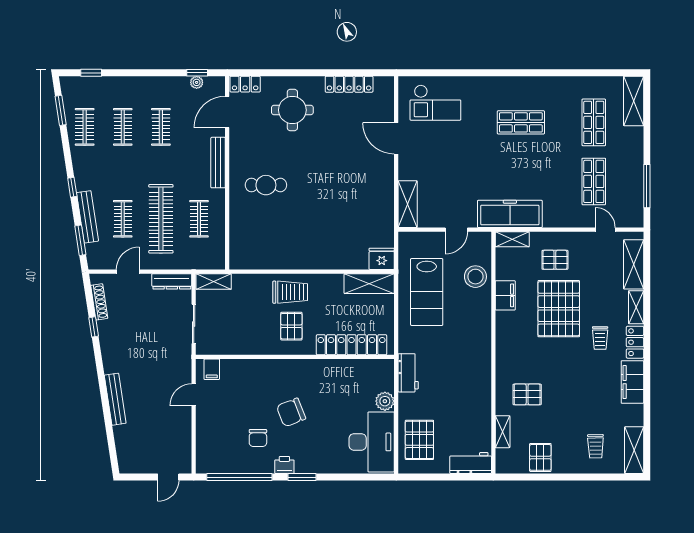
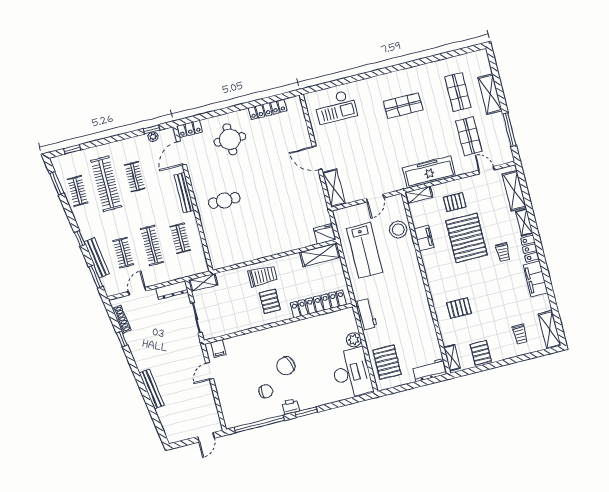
shelving: (634, 101) -> (490, 94), moved
clothes rail: (123, 127) -> (106, 184), width x1.86, depth x1.31
door: (396, 138) -> (317, 158), moved
freezer: (510, 214) -> (429, 172), moved
clothes rail: (161, 219) -> (152, 245), width x0.73, depth x0.76
shelving: (503, 432) -> (452, 358), moved
chair: (258, 438) -> (266, 391), turned -90

